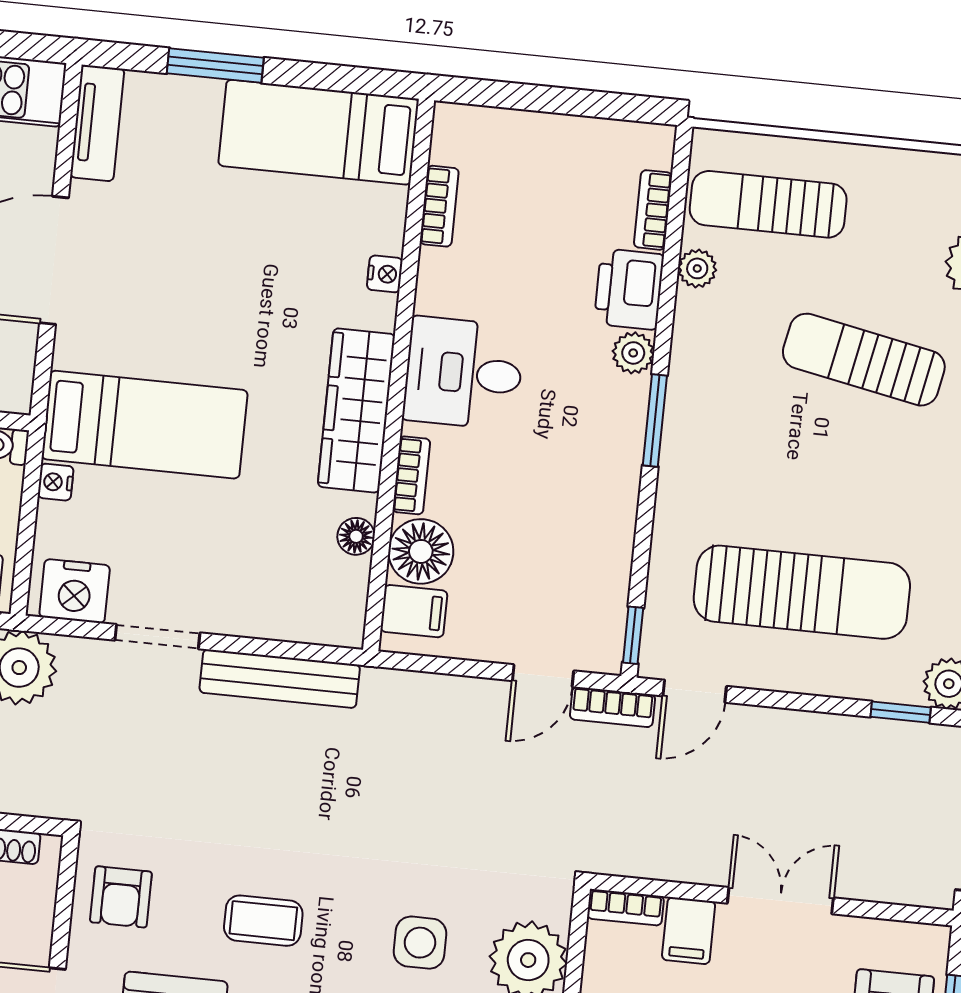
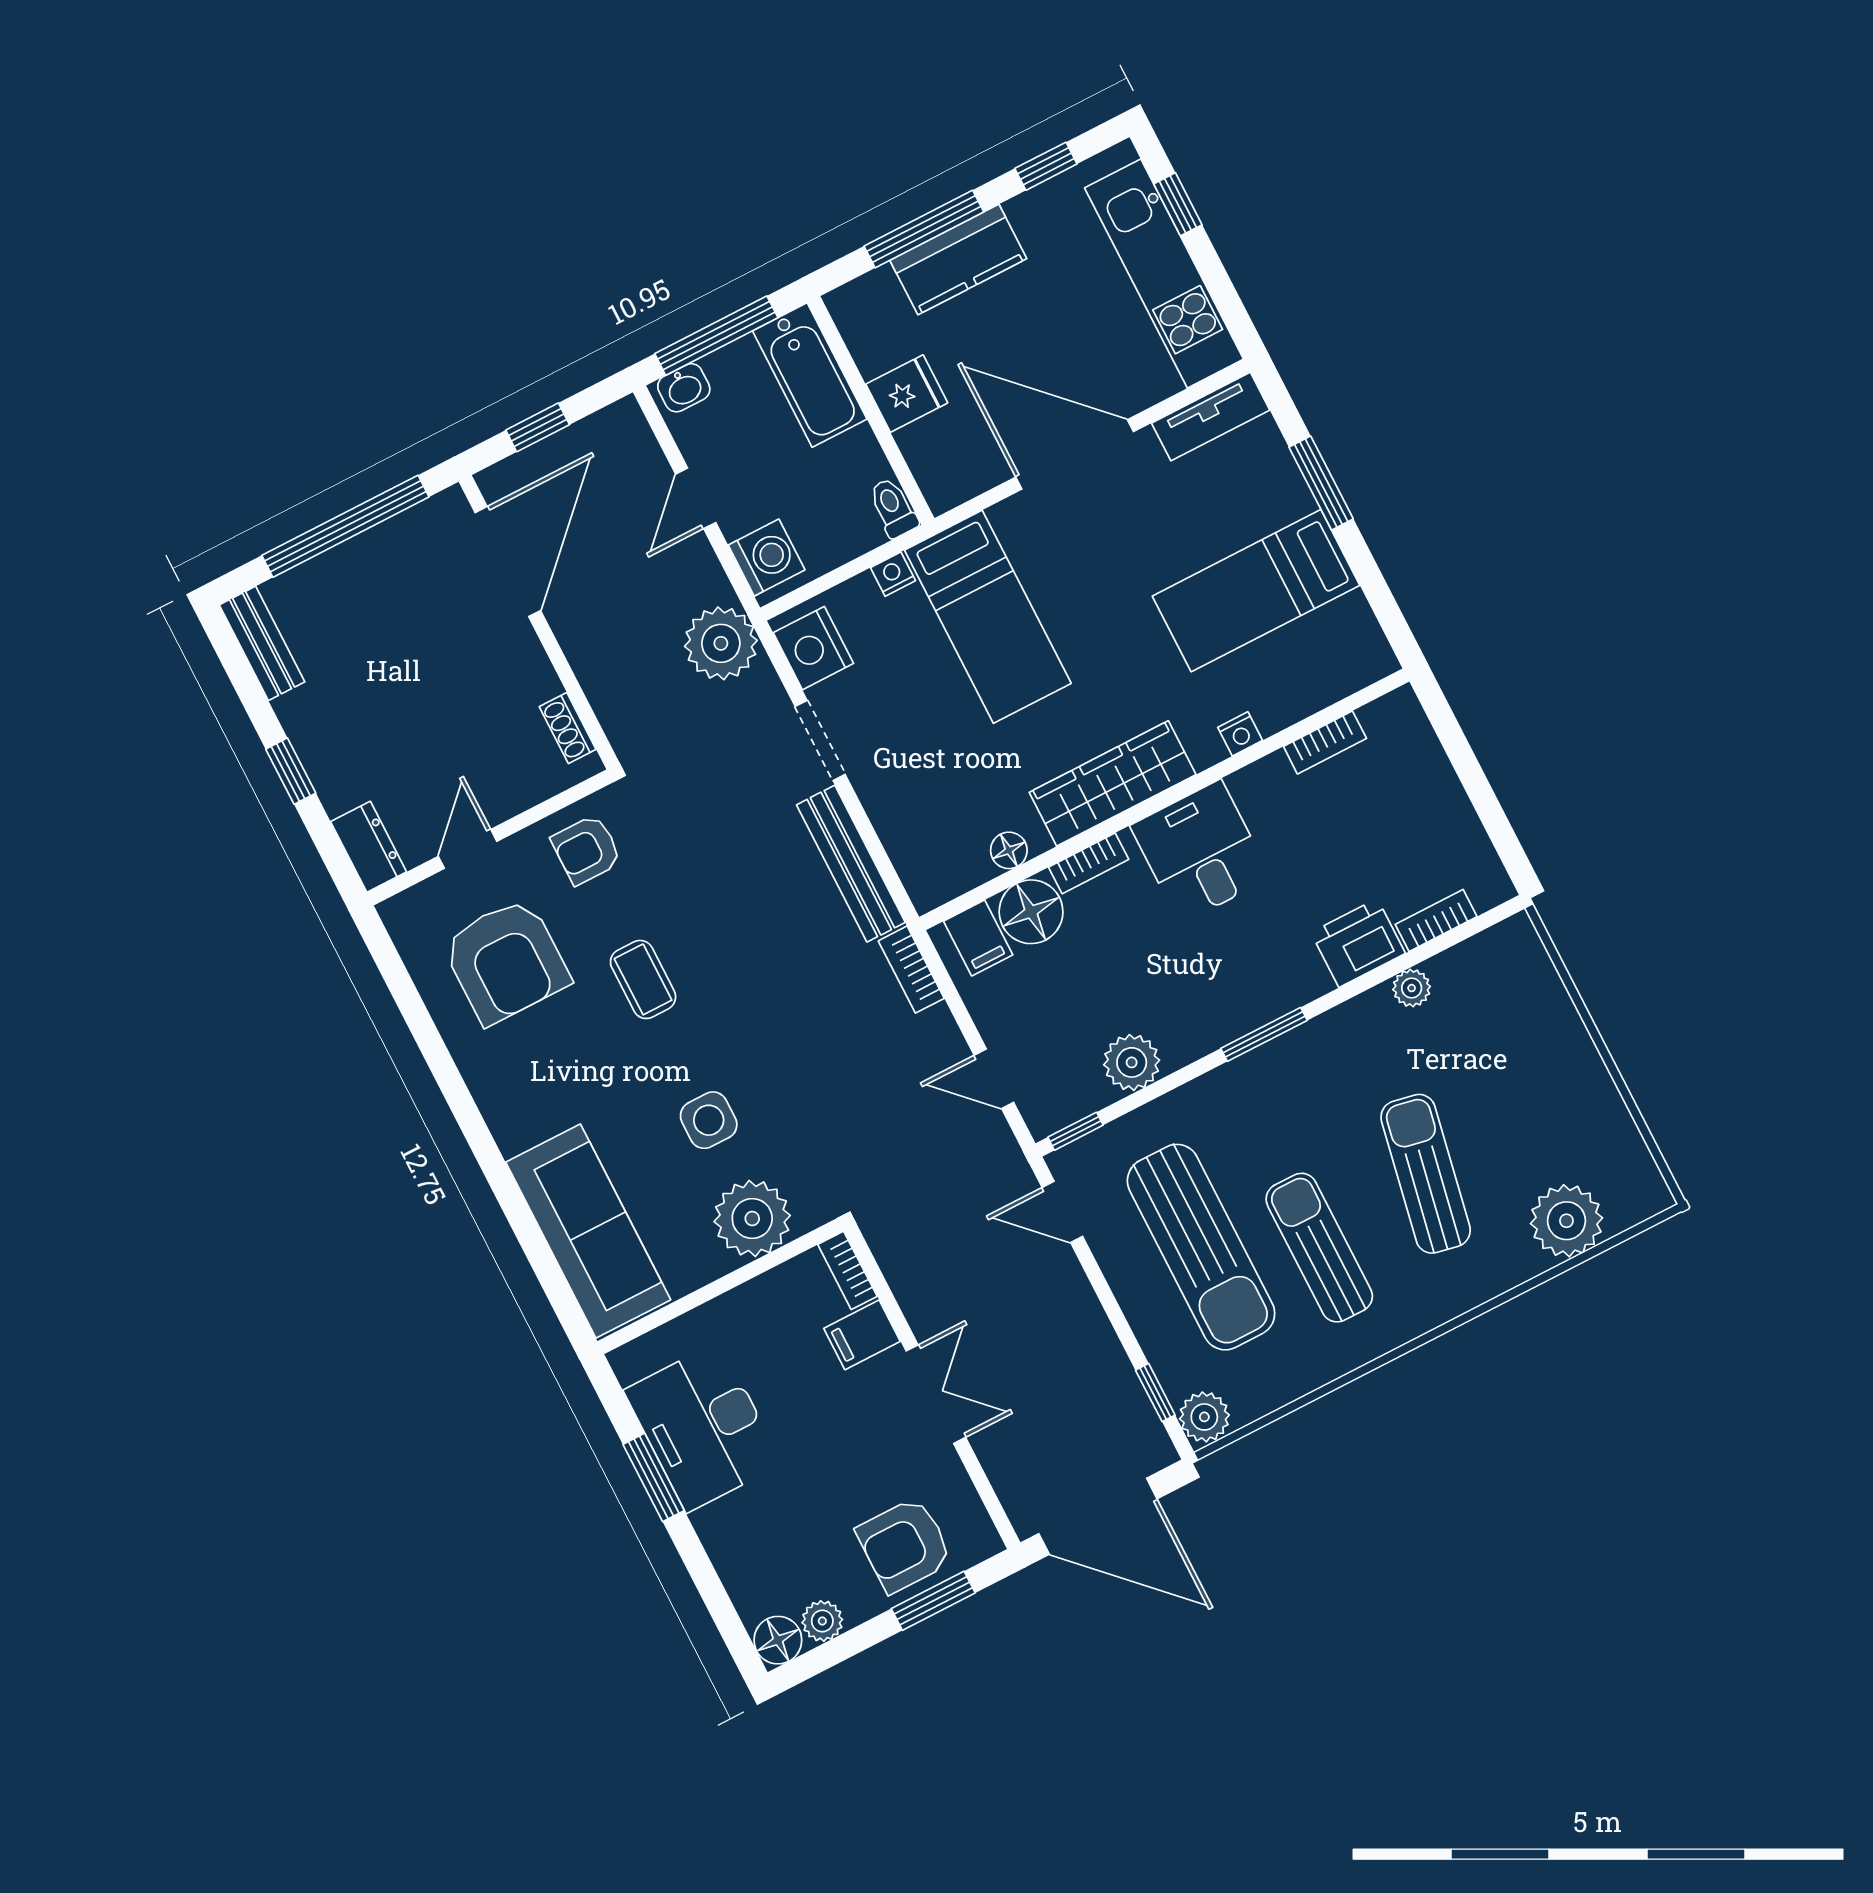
bed: (319, 132) -> (1256, 591), moved, turned -90
sun lounger: (768, 204) -> (1319, 1248), moved
plant: (633, 353) -> (1132, 1062), moved, width x1.38, depth x1.38
bookcase: (612, 707) -> (911, 970), moved

